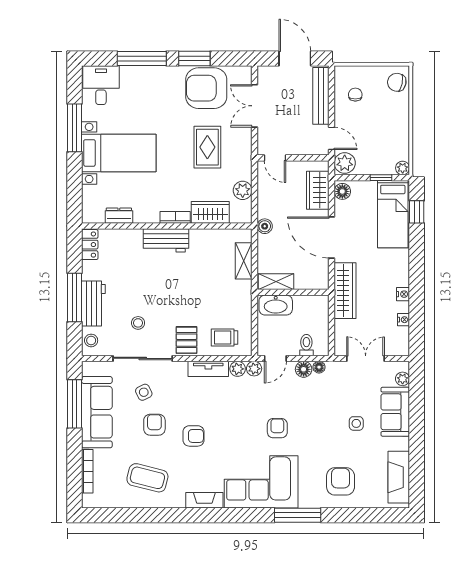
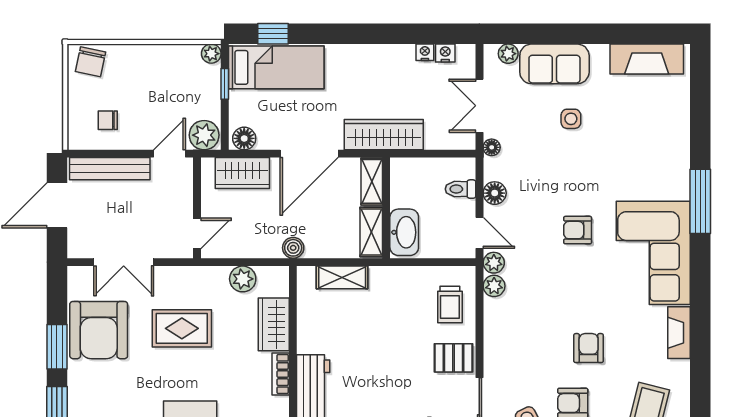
shelving: (312, 282) -> (372, 181), added
nightstand: (403, 294) -> (445, 53), moved
floor lamp: (319, 367) -> (492, 147), moved
tv unit: (208, 369) -> (494, 327), removed
armchair: (341, 481) -> (653, 141), removed

